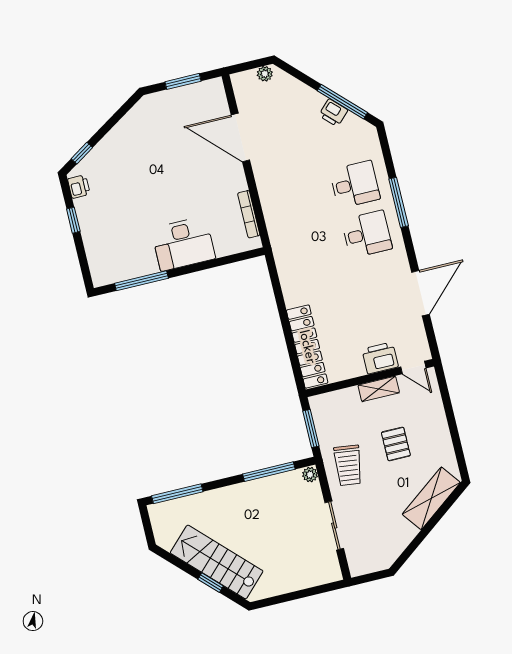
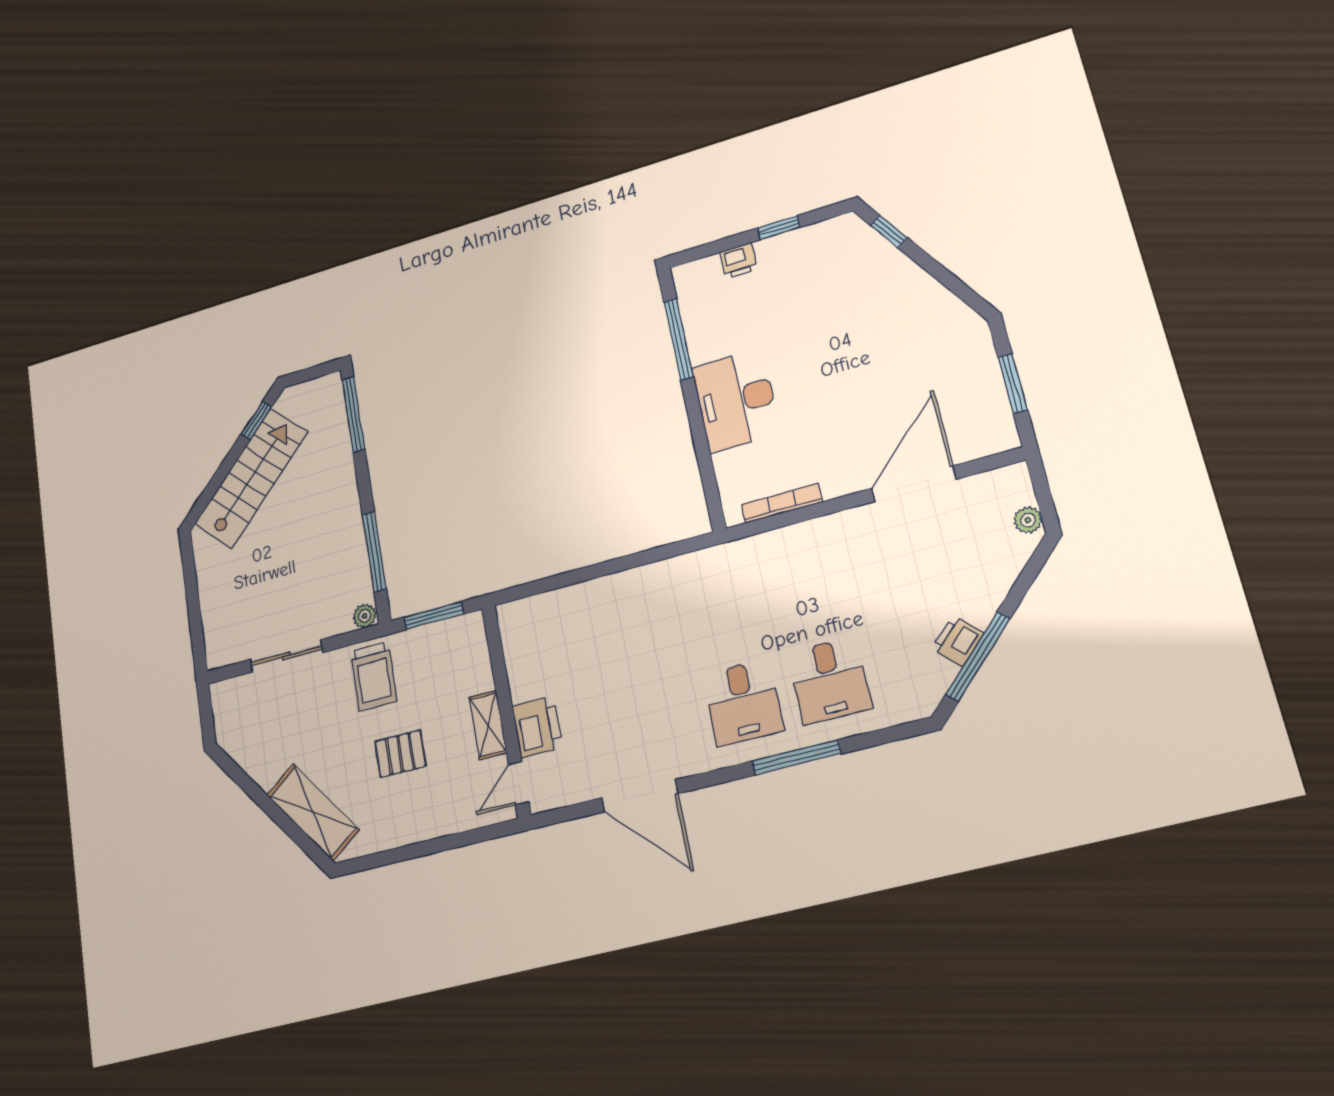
printer: (79, 187) -> (739, 261), moved
locker: (307, 347) -> (562, 606), removed
trolley: (348, 465) -> (374, 676), turned -97
window: (211, 583) -> (256, 420), moved

